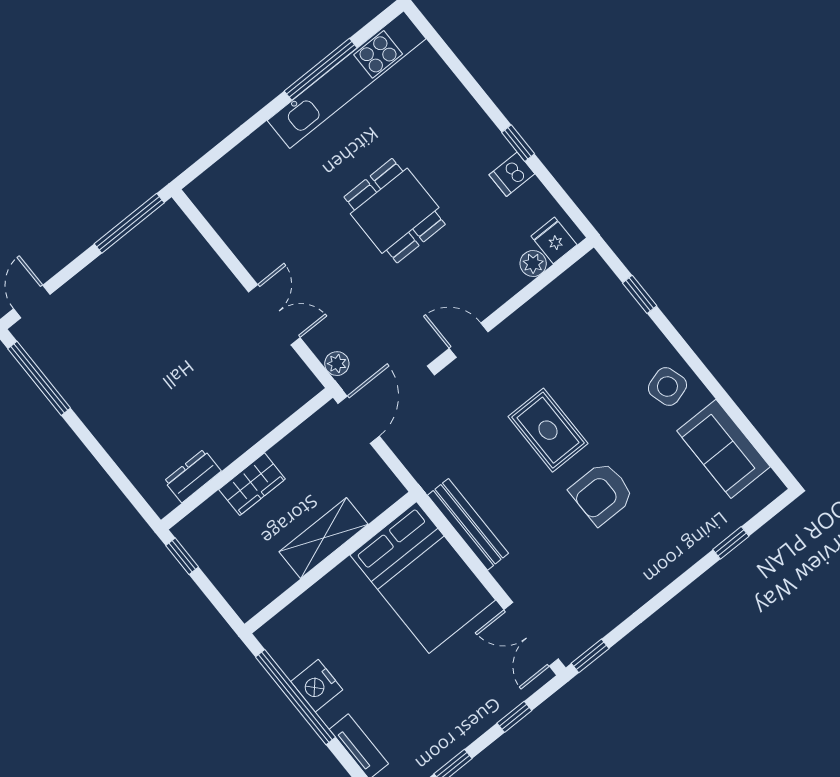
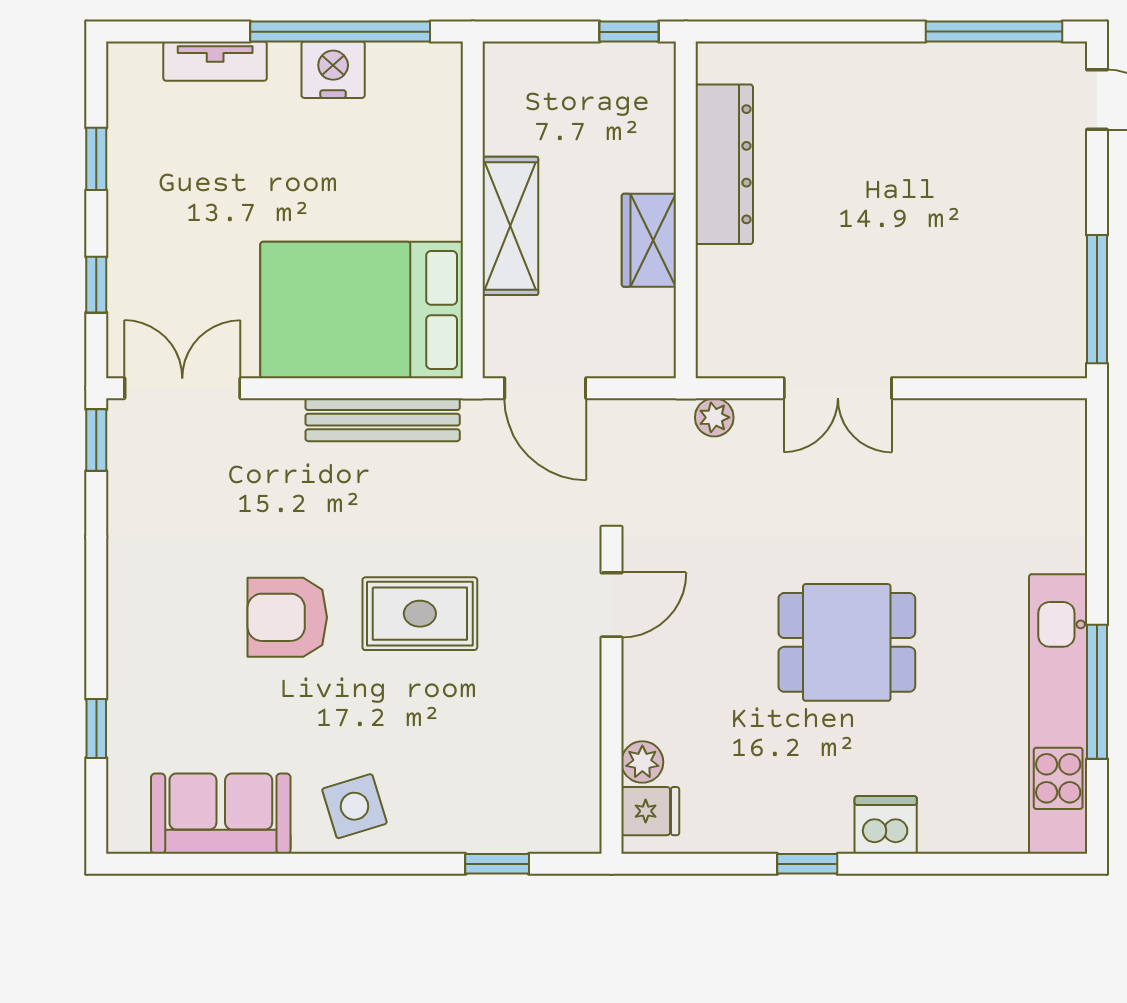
dishwasher: (512, 174) -> (886, 825), moved, width x1.38
door: (359, 420) -> (545, 388), moved
dresser: (193, 476) -> (724, 164), width x1.96, depth x1.24
wardrobe: (252, 484) -> (649, 240), moved
armchair: (602, 493) -> (287, 617), turned -90

